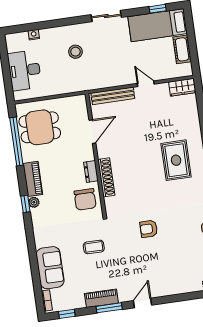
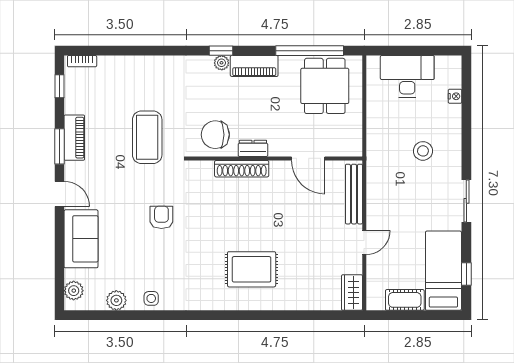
coffee table: (94, 247) -> (147, 137), width x1.86, depth x1.72
sofa: (50, 268) -> (81, 239), moved, turned -90

